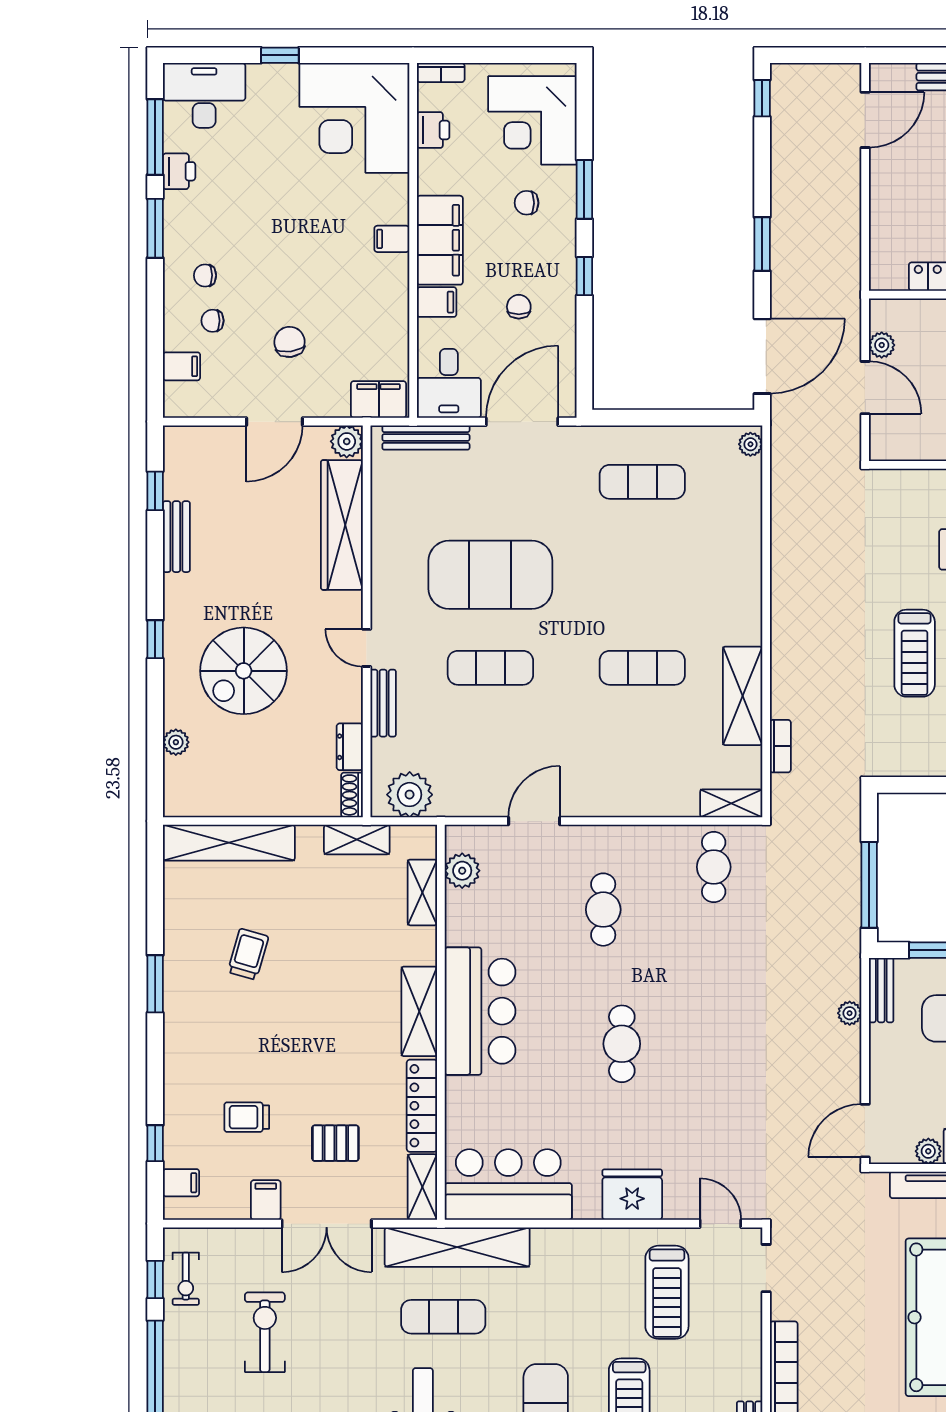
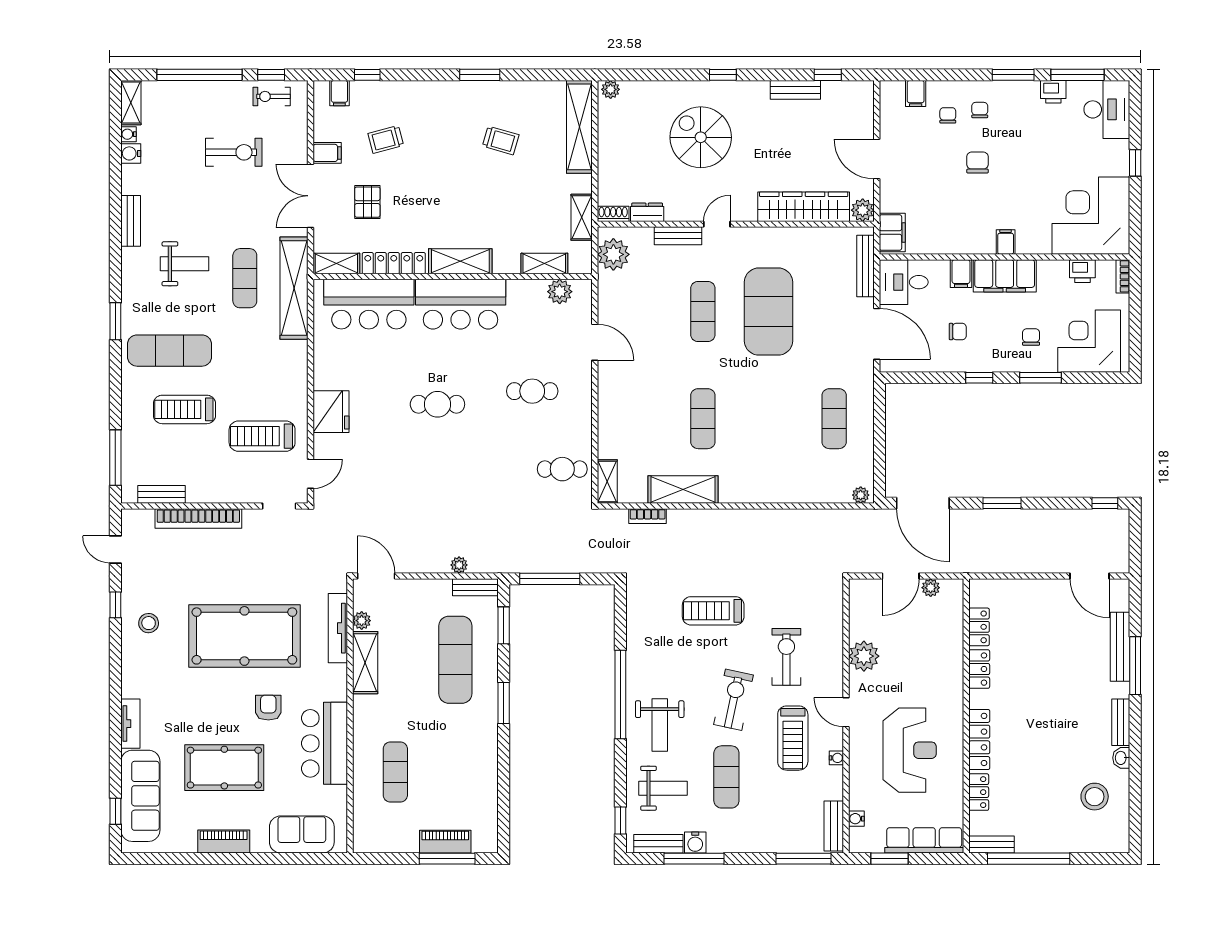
chair: (289, 342) -> (977, 162), moved, turned -83
plant: (176, 742) -> (611, 89), moved
trolley: (247, 1117) -> (386, 139), turned -105
bar counter: (508, 1184) -> (369, 304), moved, turned 90

